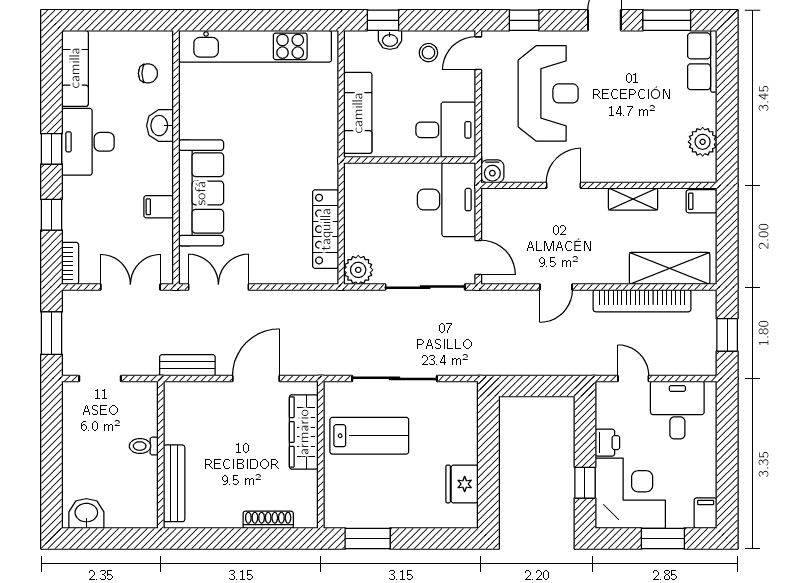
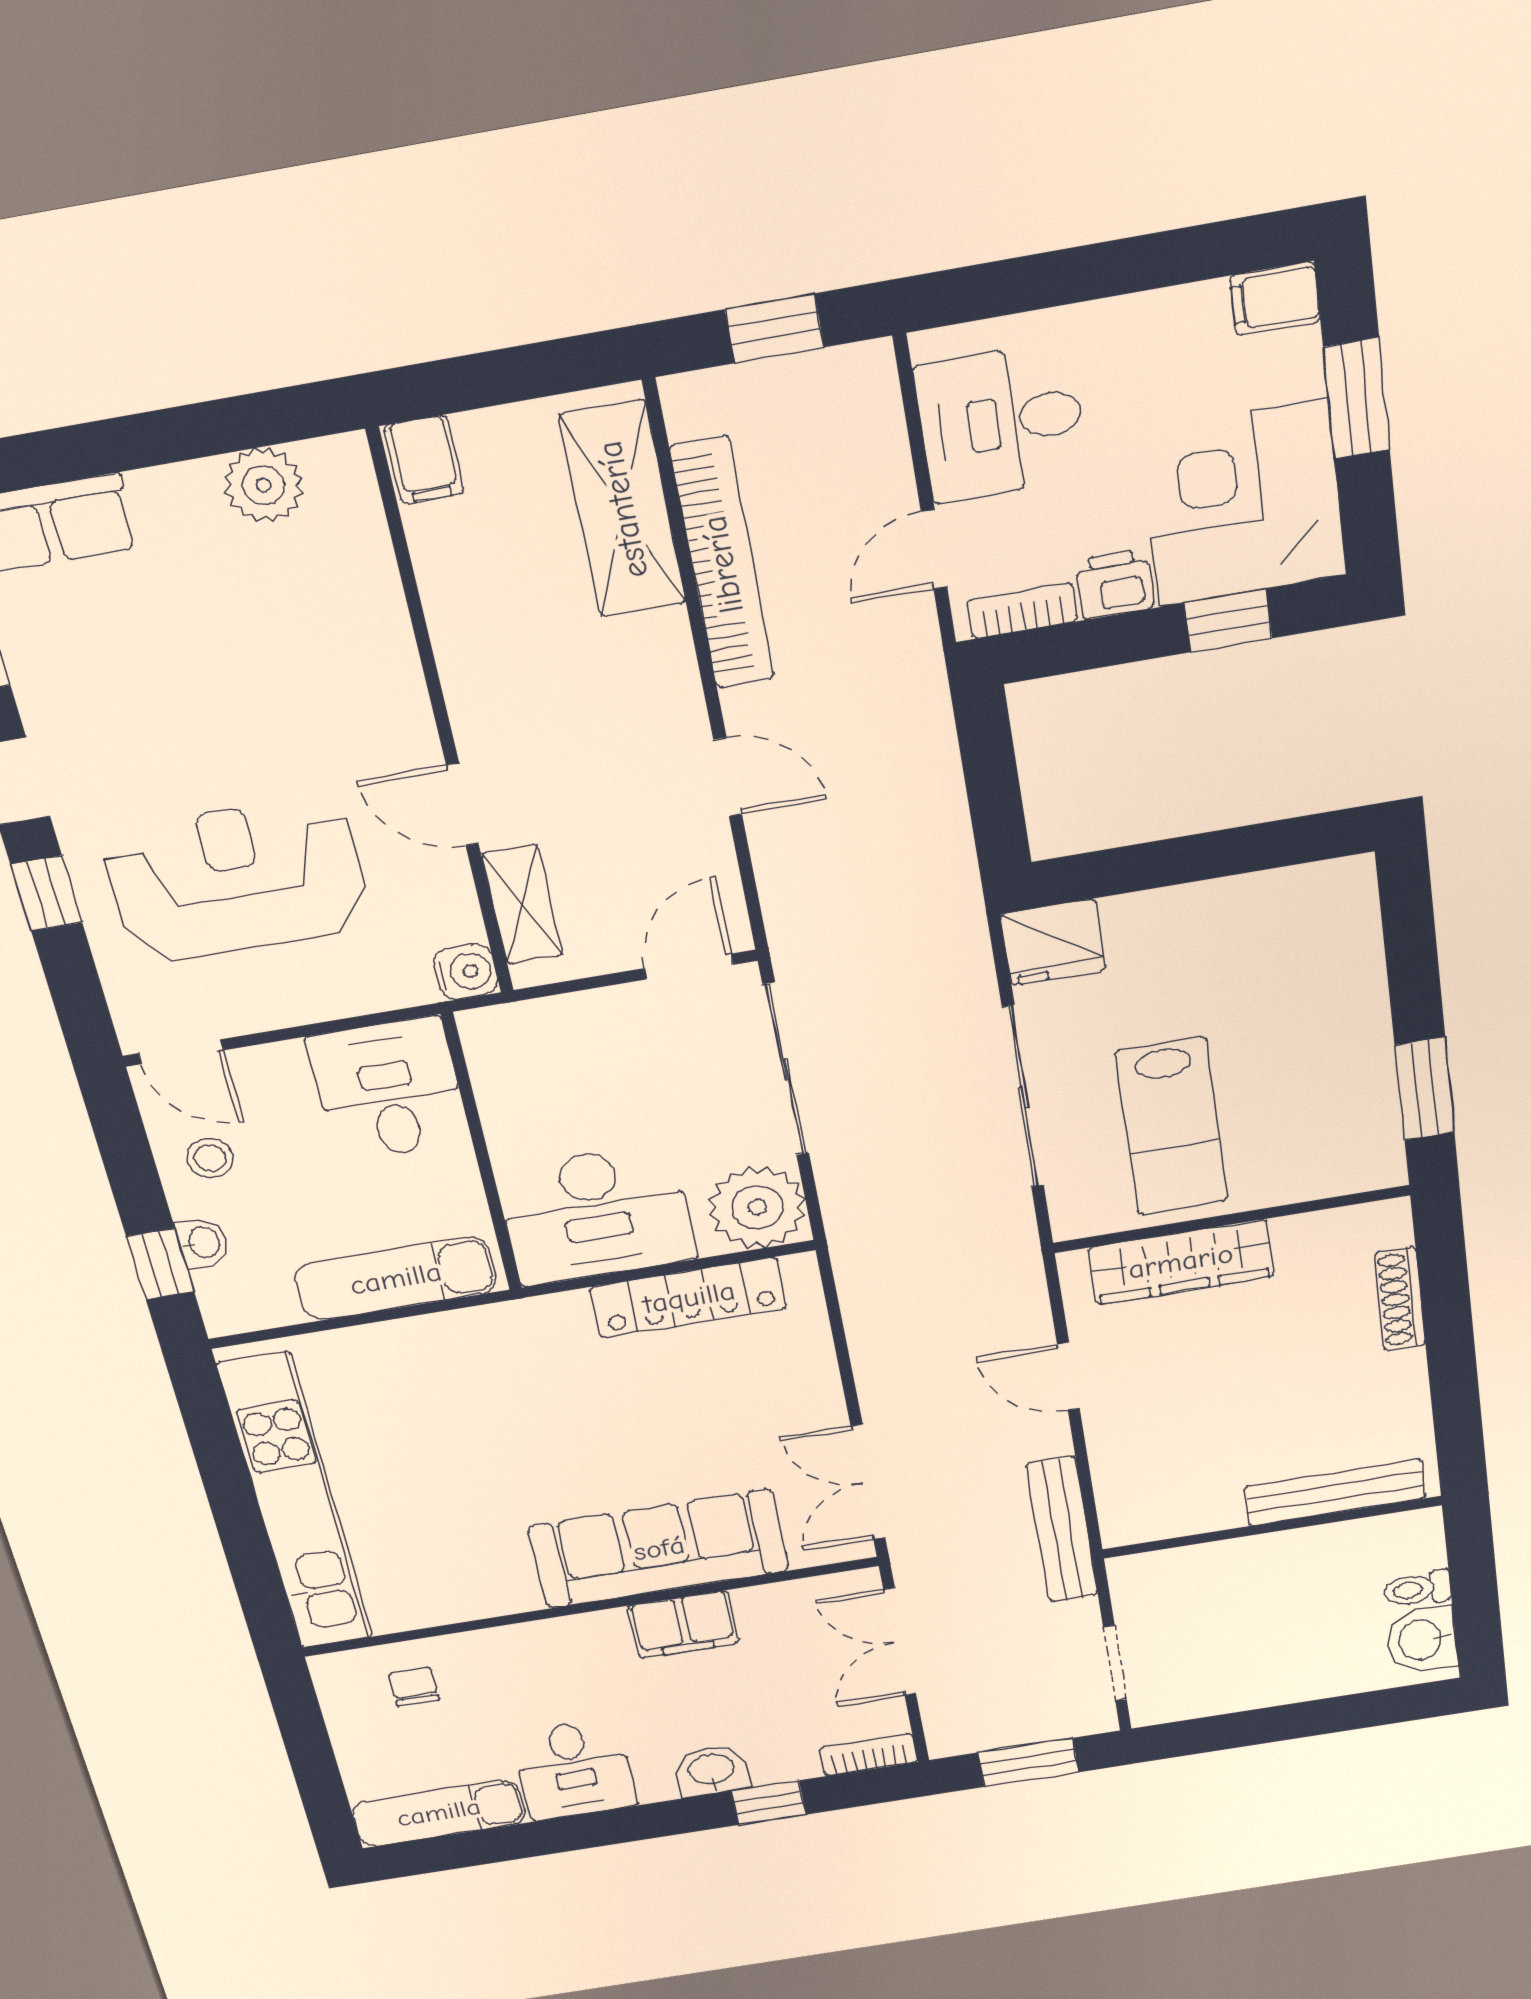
window: (524, 20) -> (46, 893), moved
washbasin: (160, 126) -> (712, 1770), moved, turned 180
desk: (88, 142) -> (574, 1769), width x0.73
window: (52, 149) -> (624, 1825), removed
shelving: (633, 199) -> (522, 905), moved
desk: (447, 200) -> (596, 1214), moved, turned 180
filing cabinet: (159, 207) -> (683, 1624), width x2.00
plant: (358, 270) -> (757, 1207), width x1.36, depth x1.36
bench: (187, 365) -> (1062, 1530), width x1.36
door: (256, 378) -> (1068, 1377), width x0.73
bookcase: (603, 407) -> (1022, 611), added
lab bench: (369, 436) -> (1172, 1127), turned 180
toilet: (144, 446) -> (1417, 1589), moved, turned 90
fridge: (462, 484) -> (1053, 942), moved

